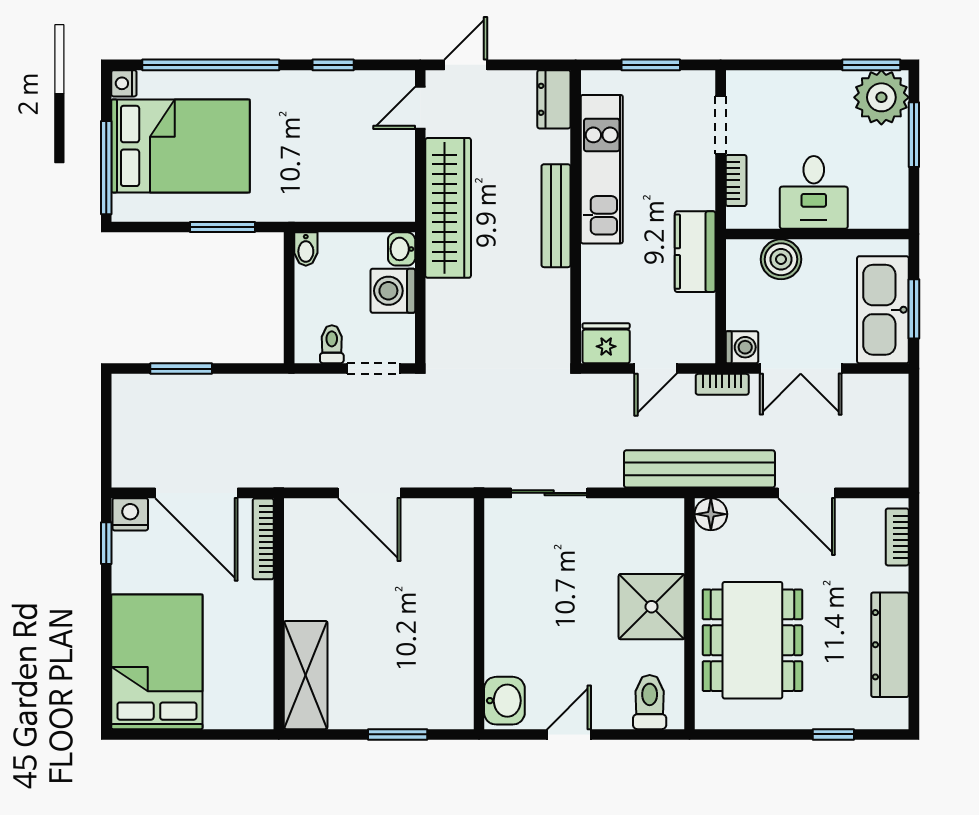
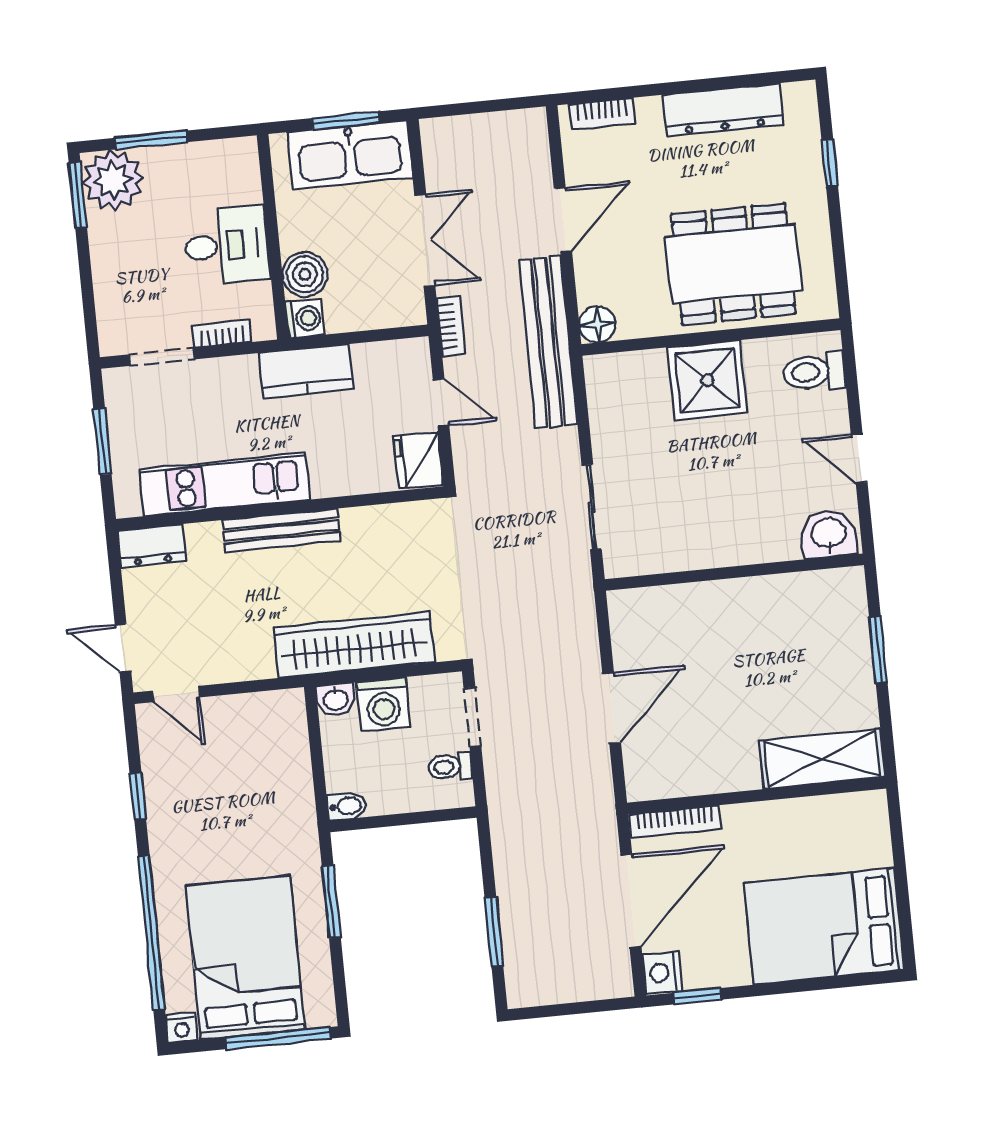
wardrobe: (448, 208) -> (354, 645), moved
washing machine: (742, 347) -> (305, 318), moved, turned 90

